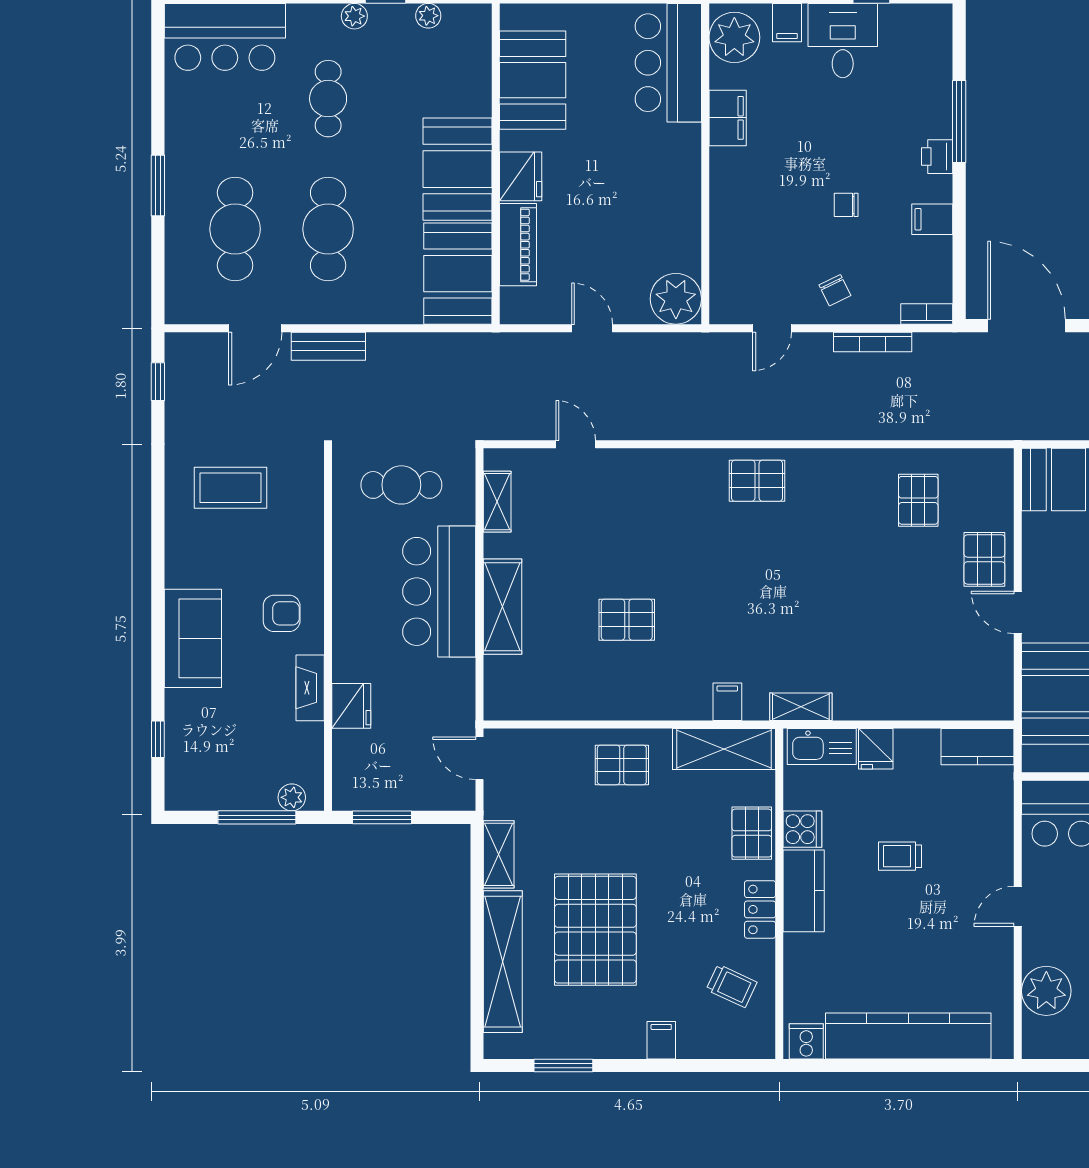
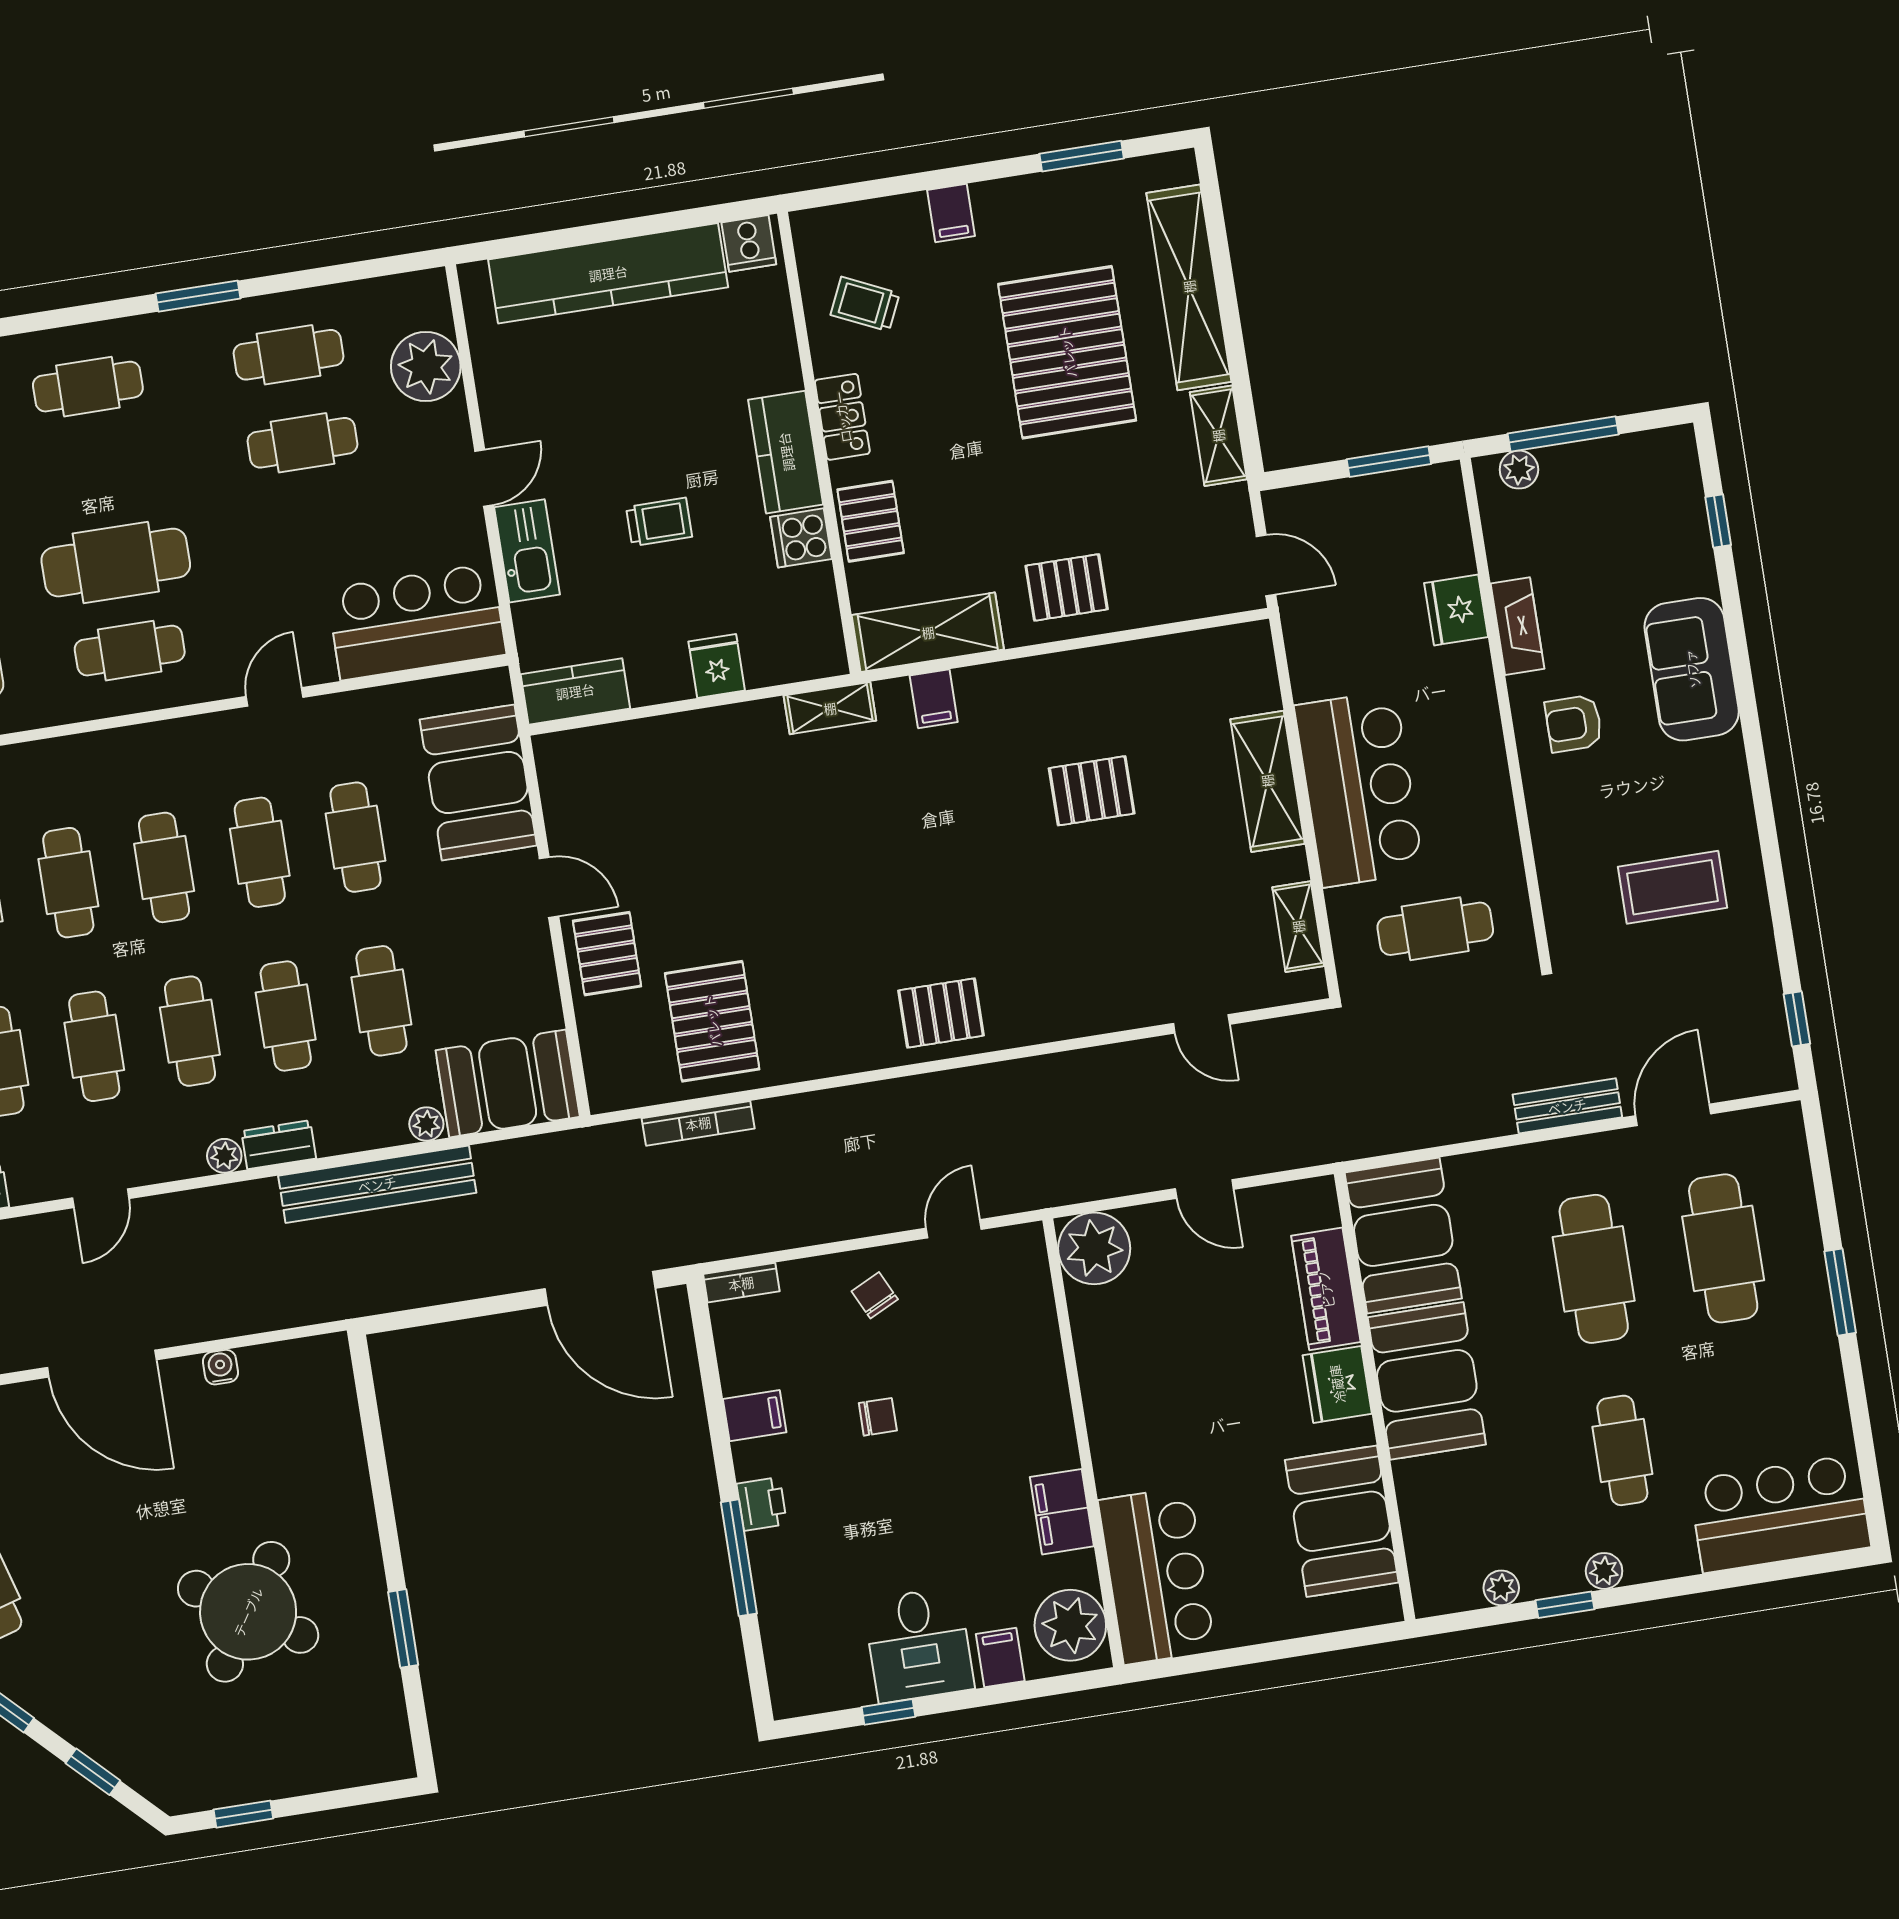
bookcase: (873, 342) -> (698, 1123), moved, turned 180
pallet: (918, 500) -> (712, 1021), width x1.50, depth x1.42
kitchen sink: (822, 747) -> (527, 551), moved, turned 90

